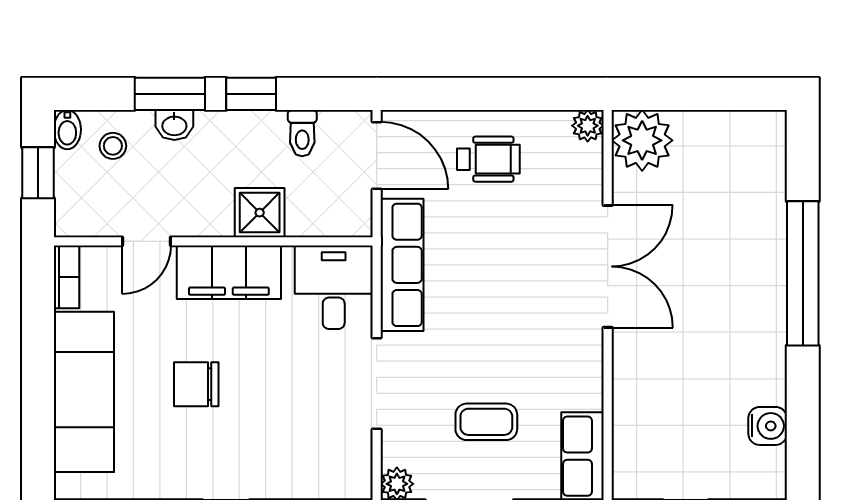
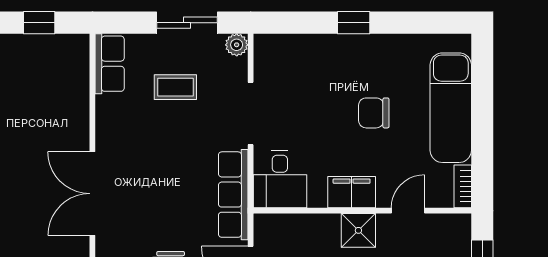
shower: (260, 213) -> (358, 230), moved
filing cabinet: (229, 272) -> (352, 192), width x0.67, depth x0.86
chair: (196, 384) -> (374, 113), turned 180

